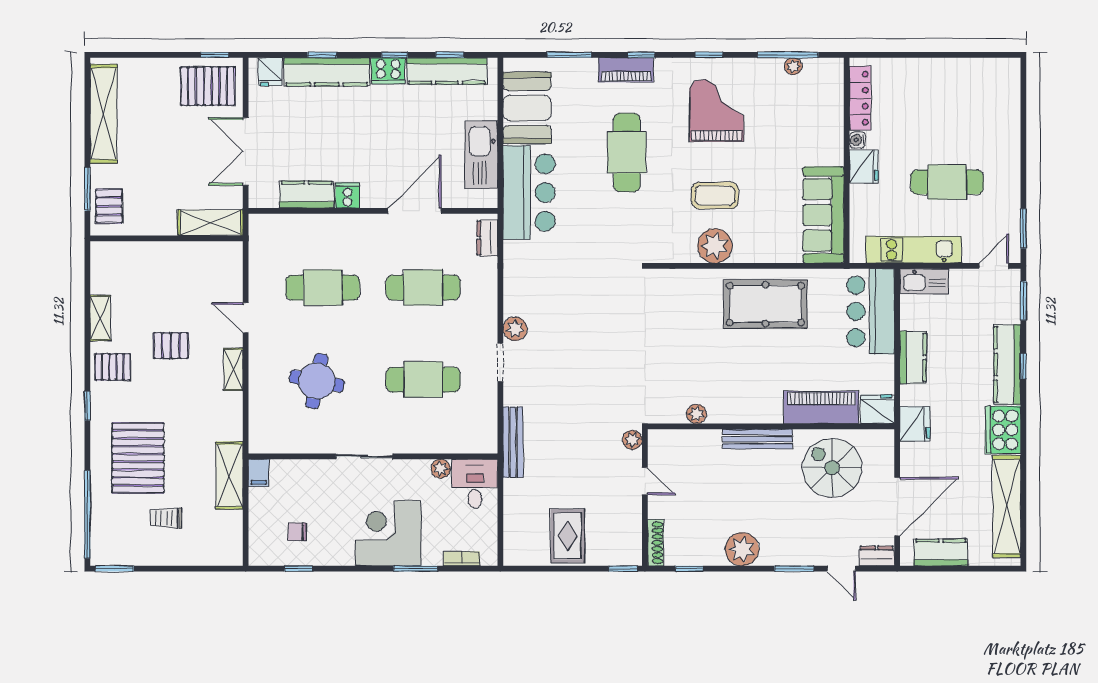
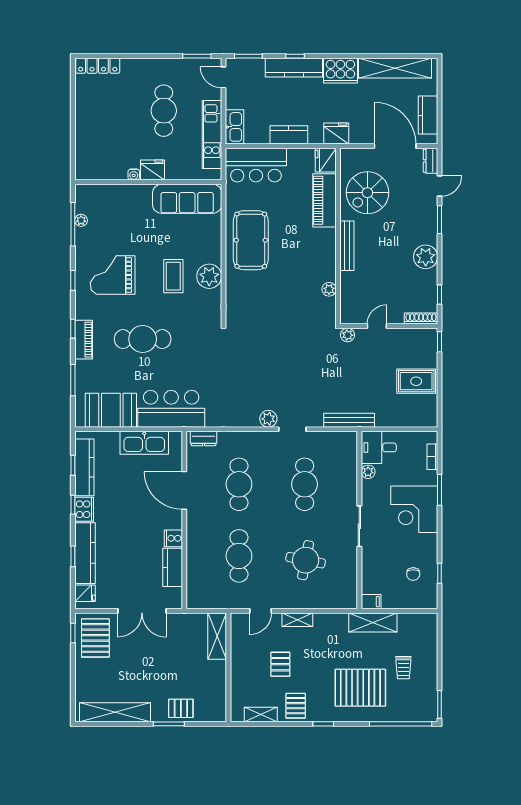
locker: (860, 98) -> (98, 66), moved, turned 180
shelving: (210, 223) -> (217, 636), moved
wall: (166, 238) -> (228, 667), moved

